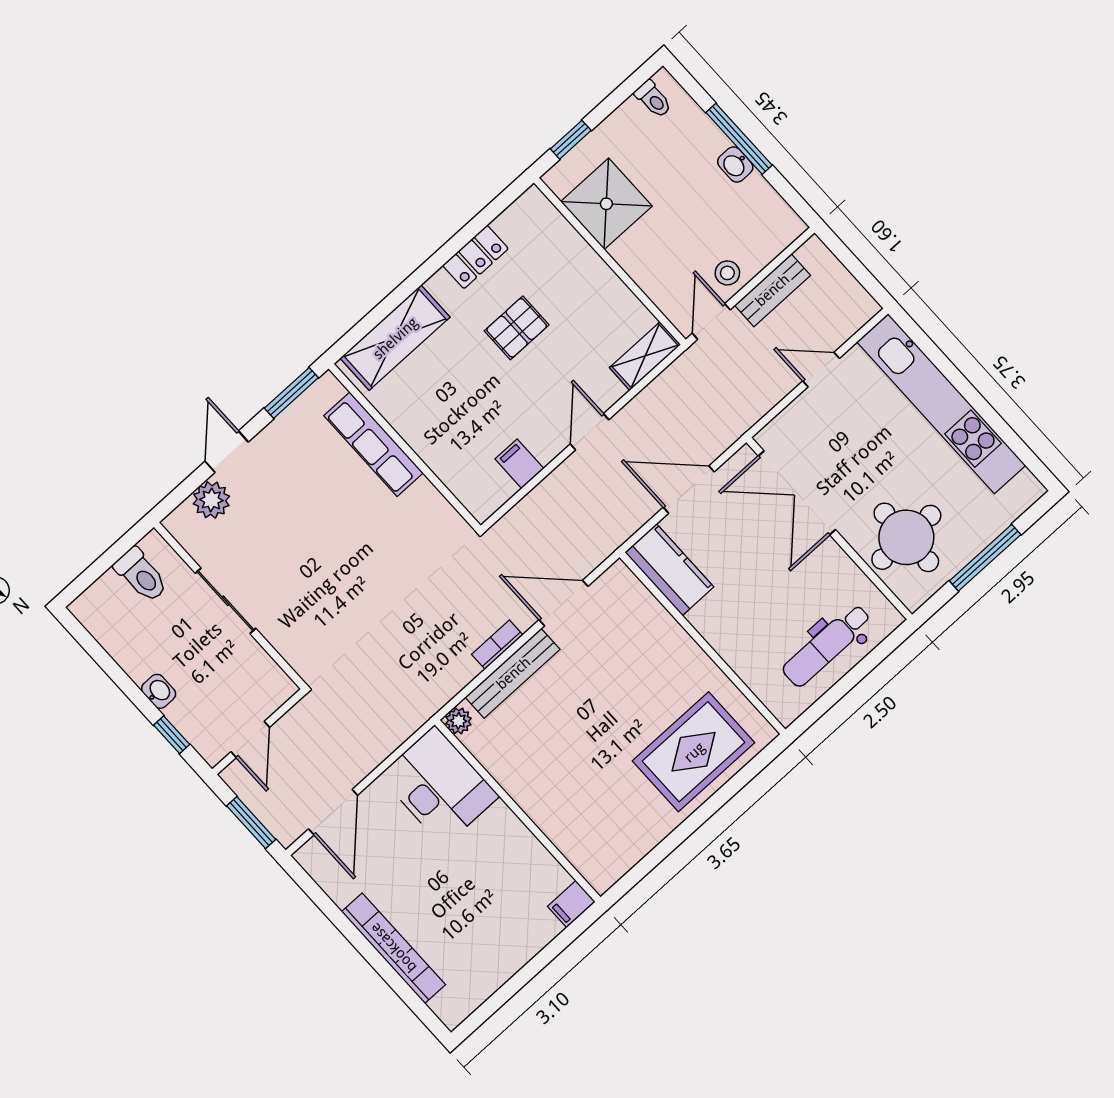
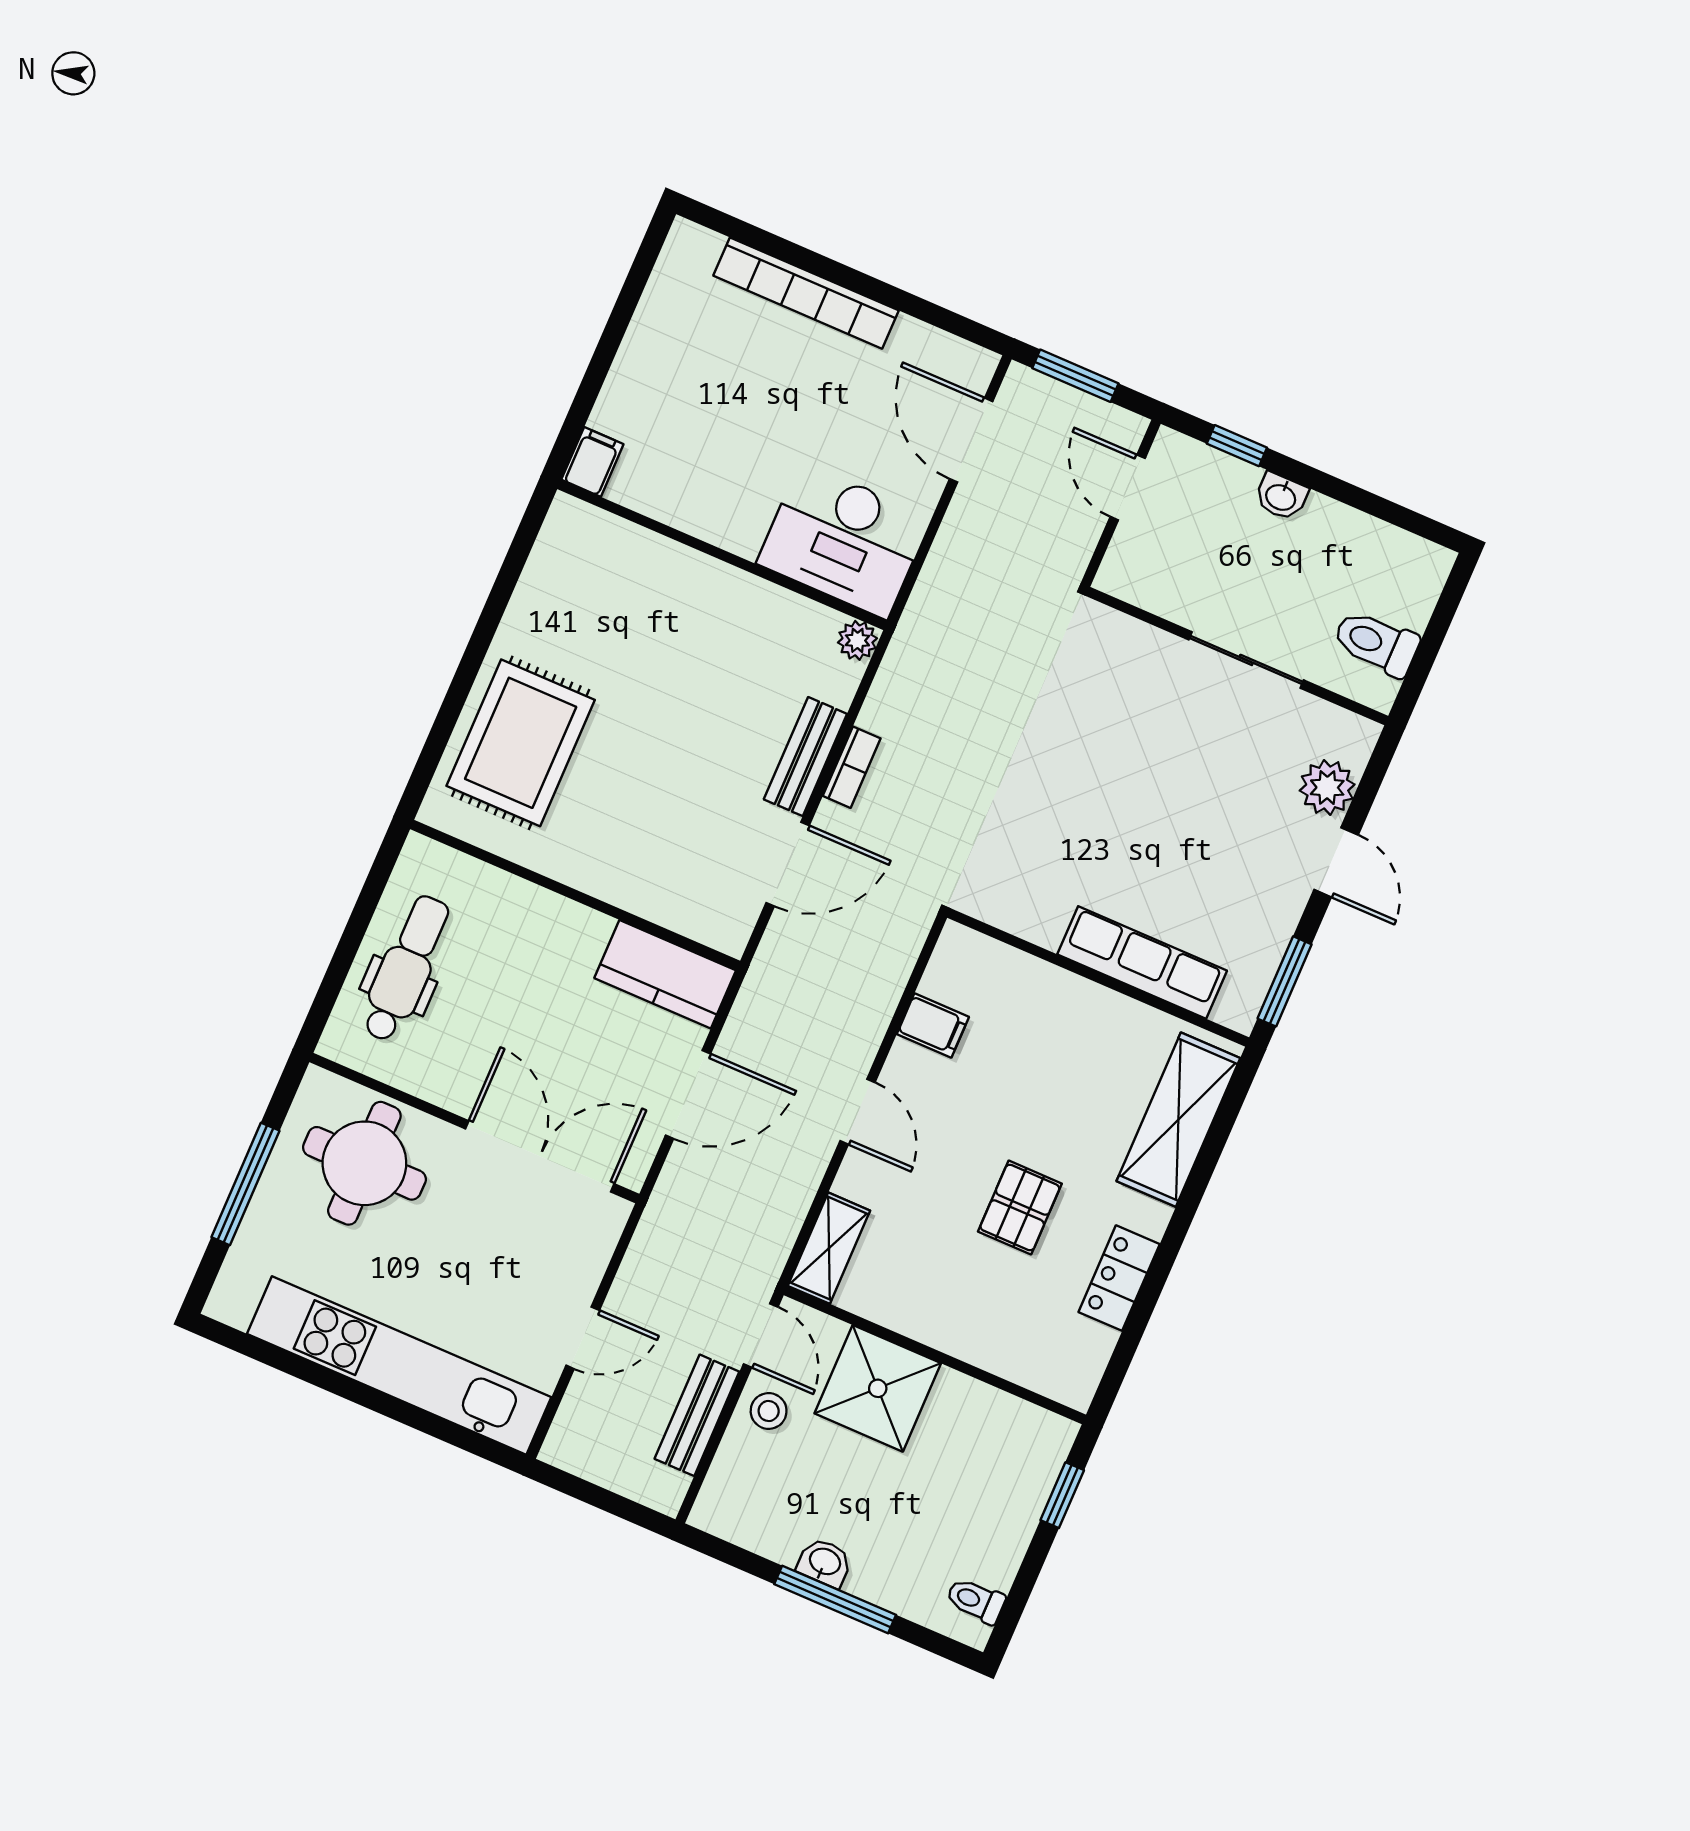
shower: (606, 204) -> (878, 1388), moved
bench: (513, 673) -> (805, 757), width x0.73

